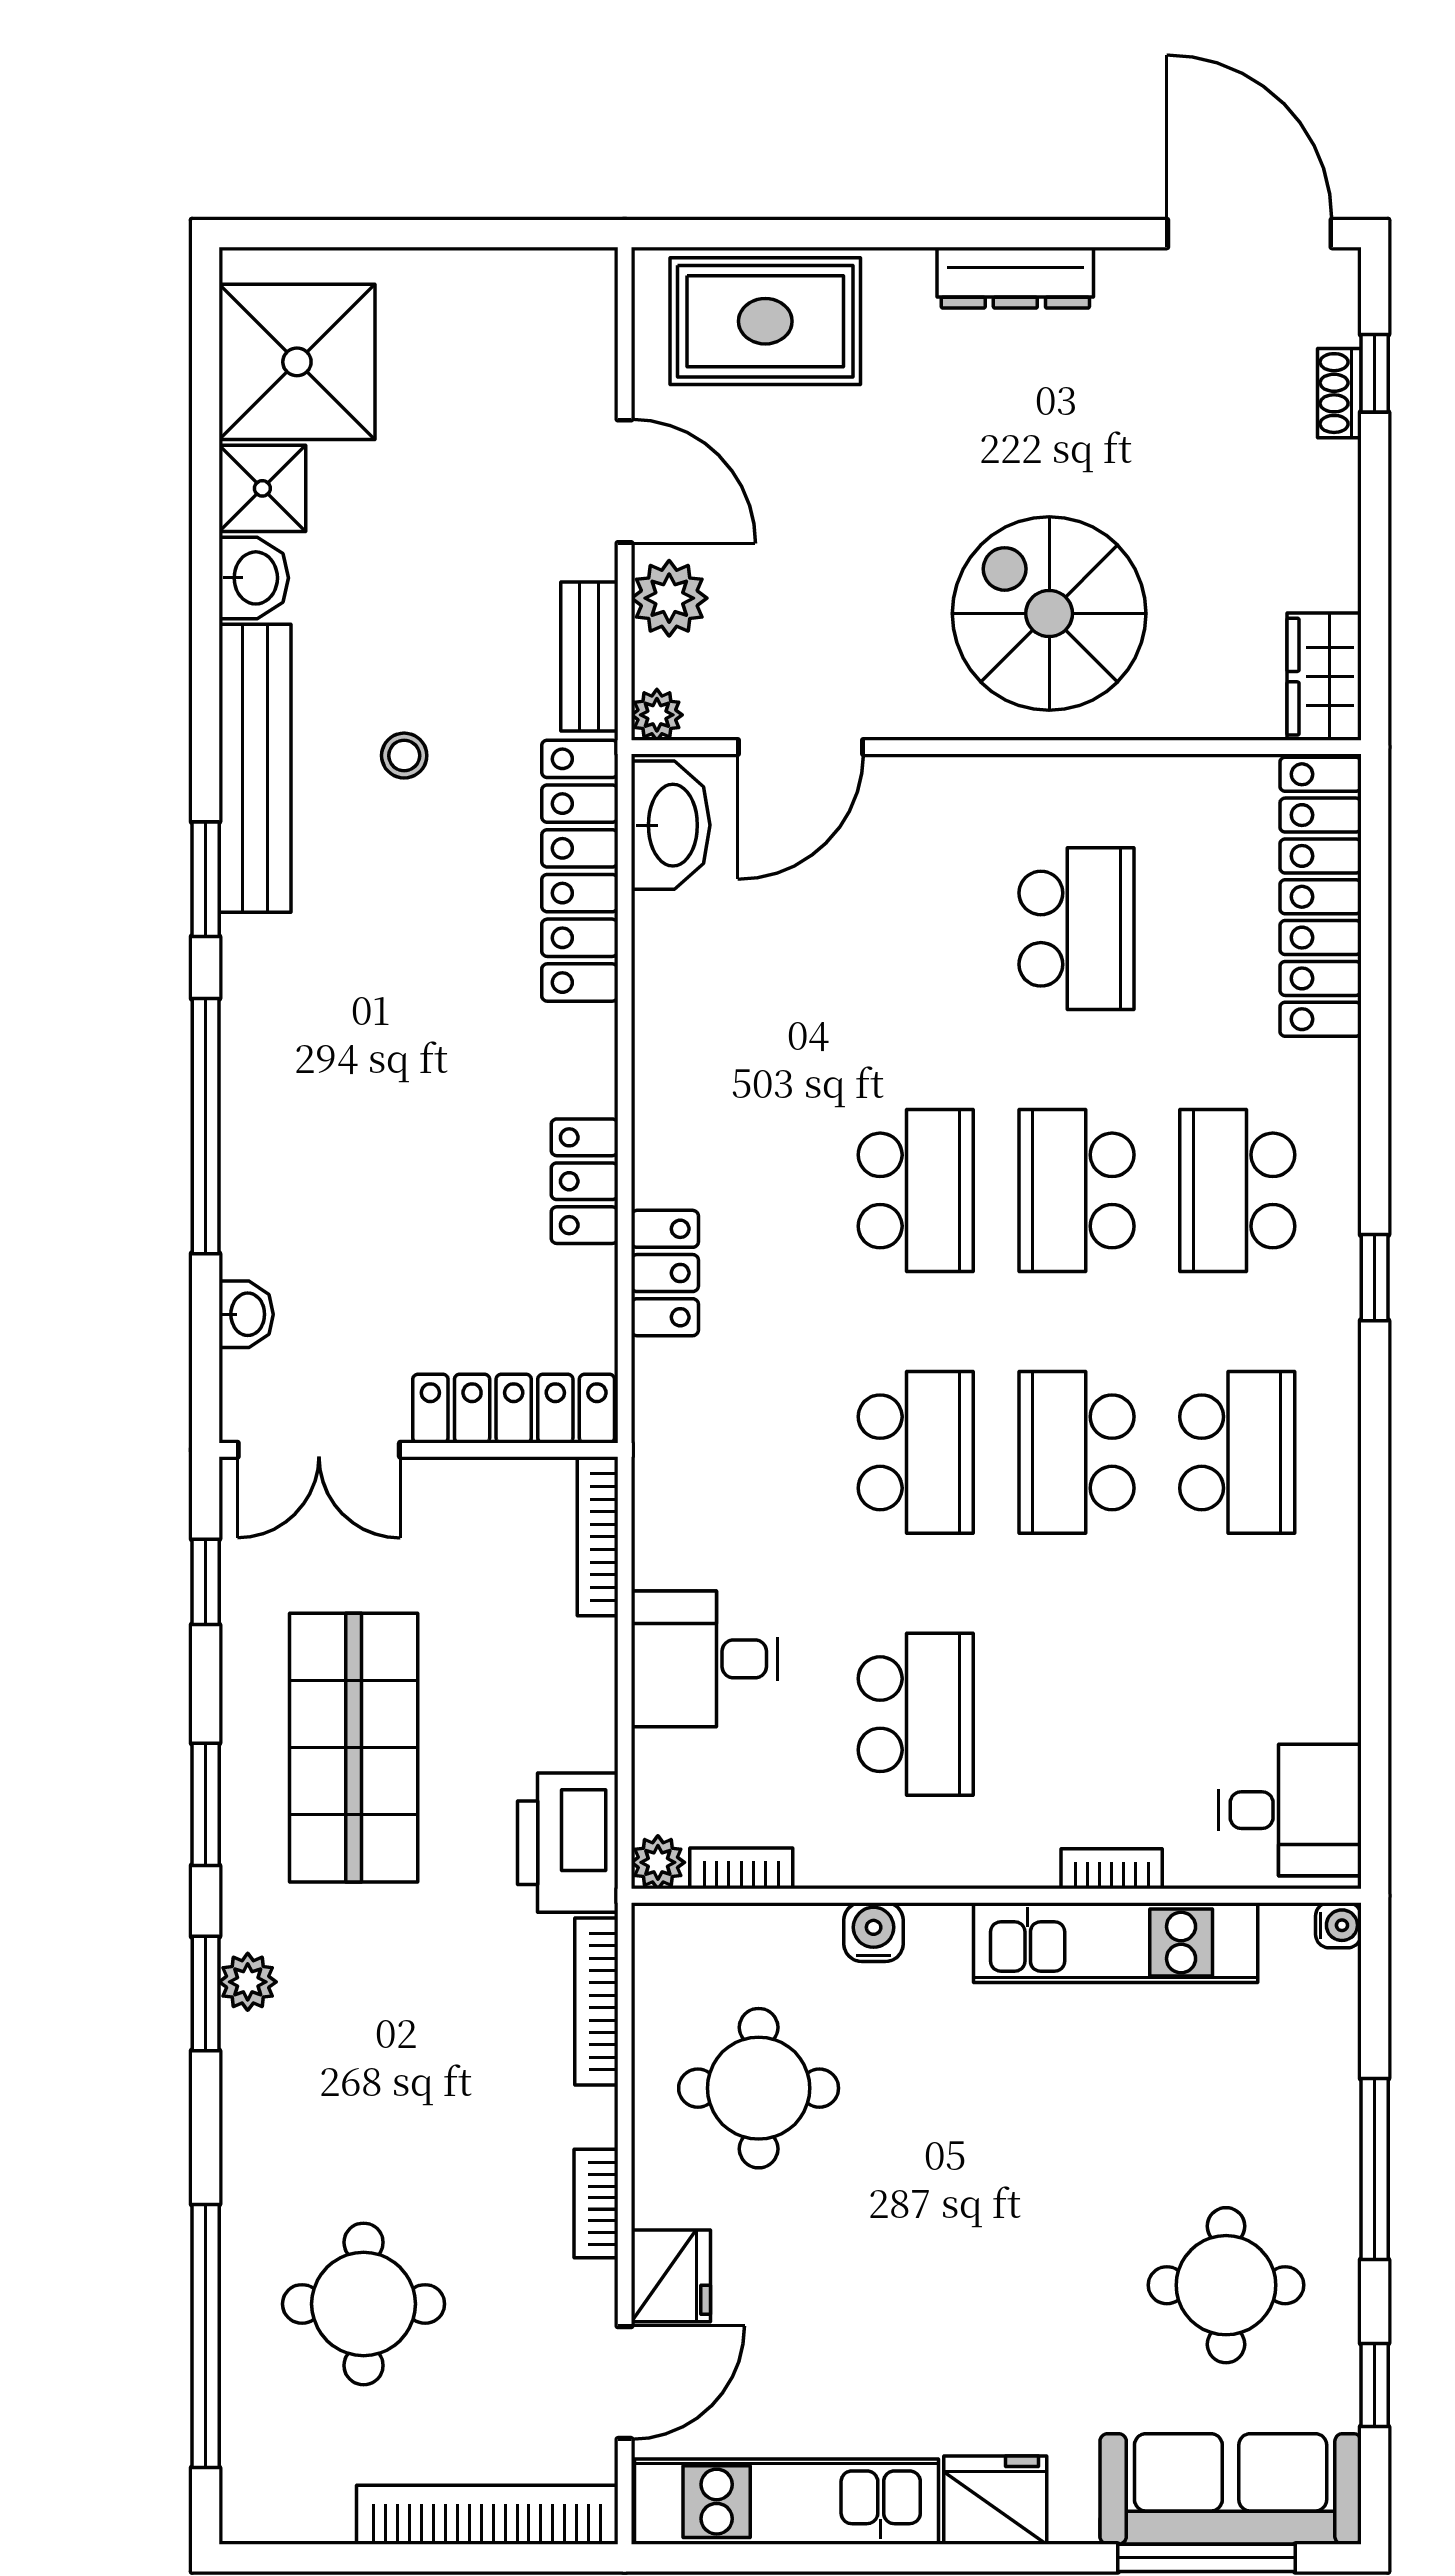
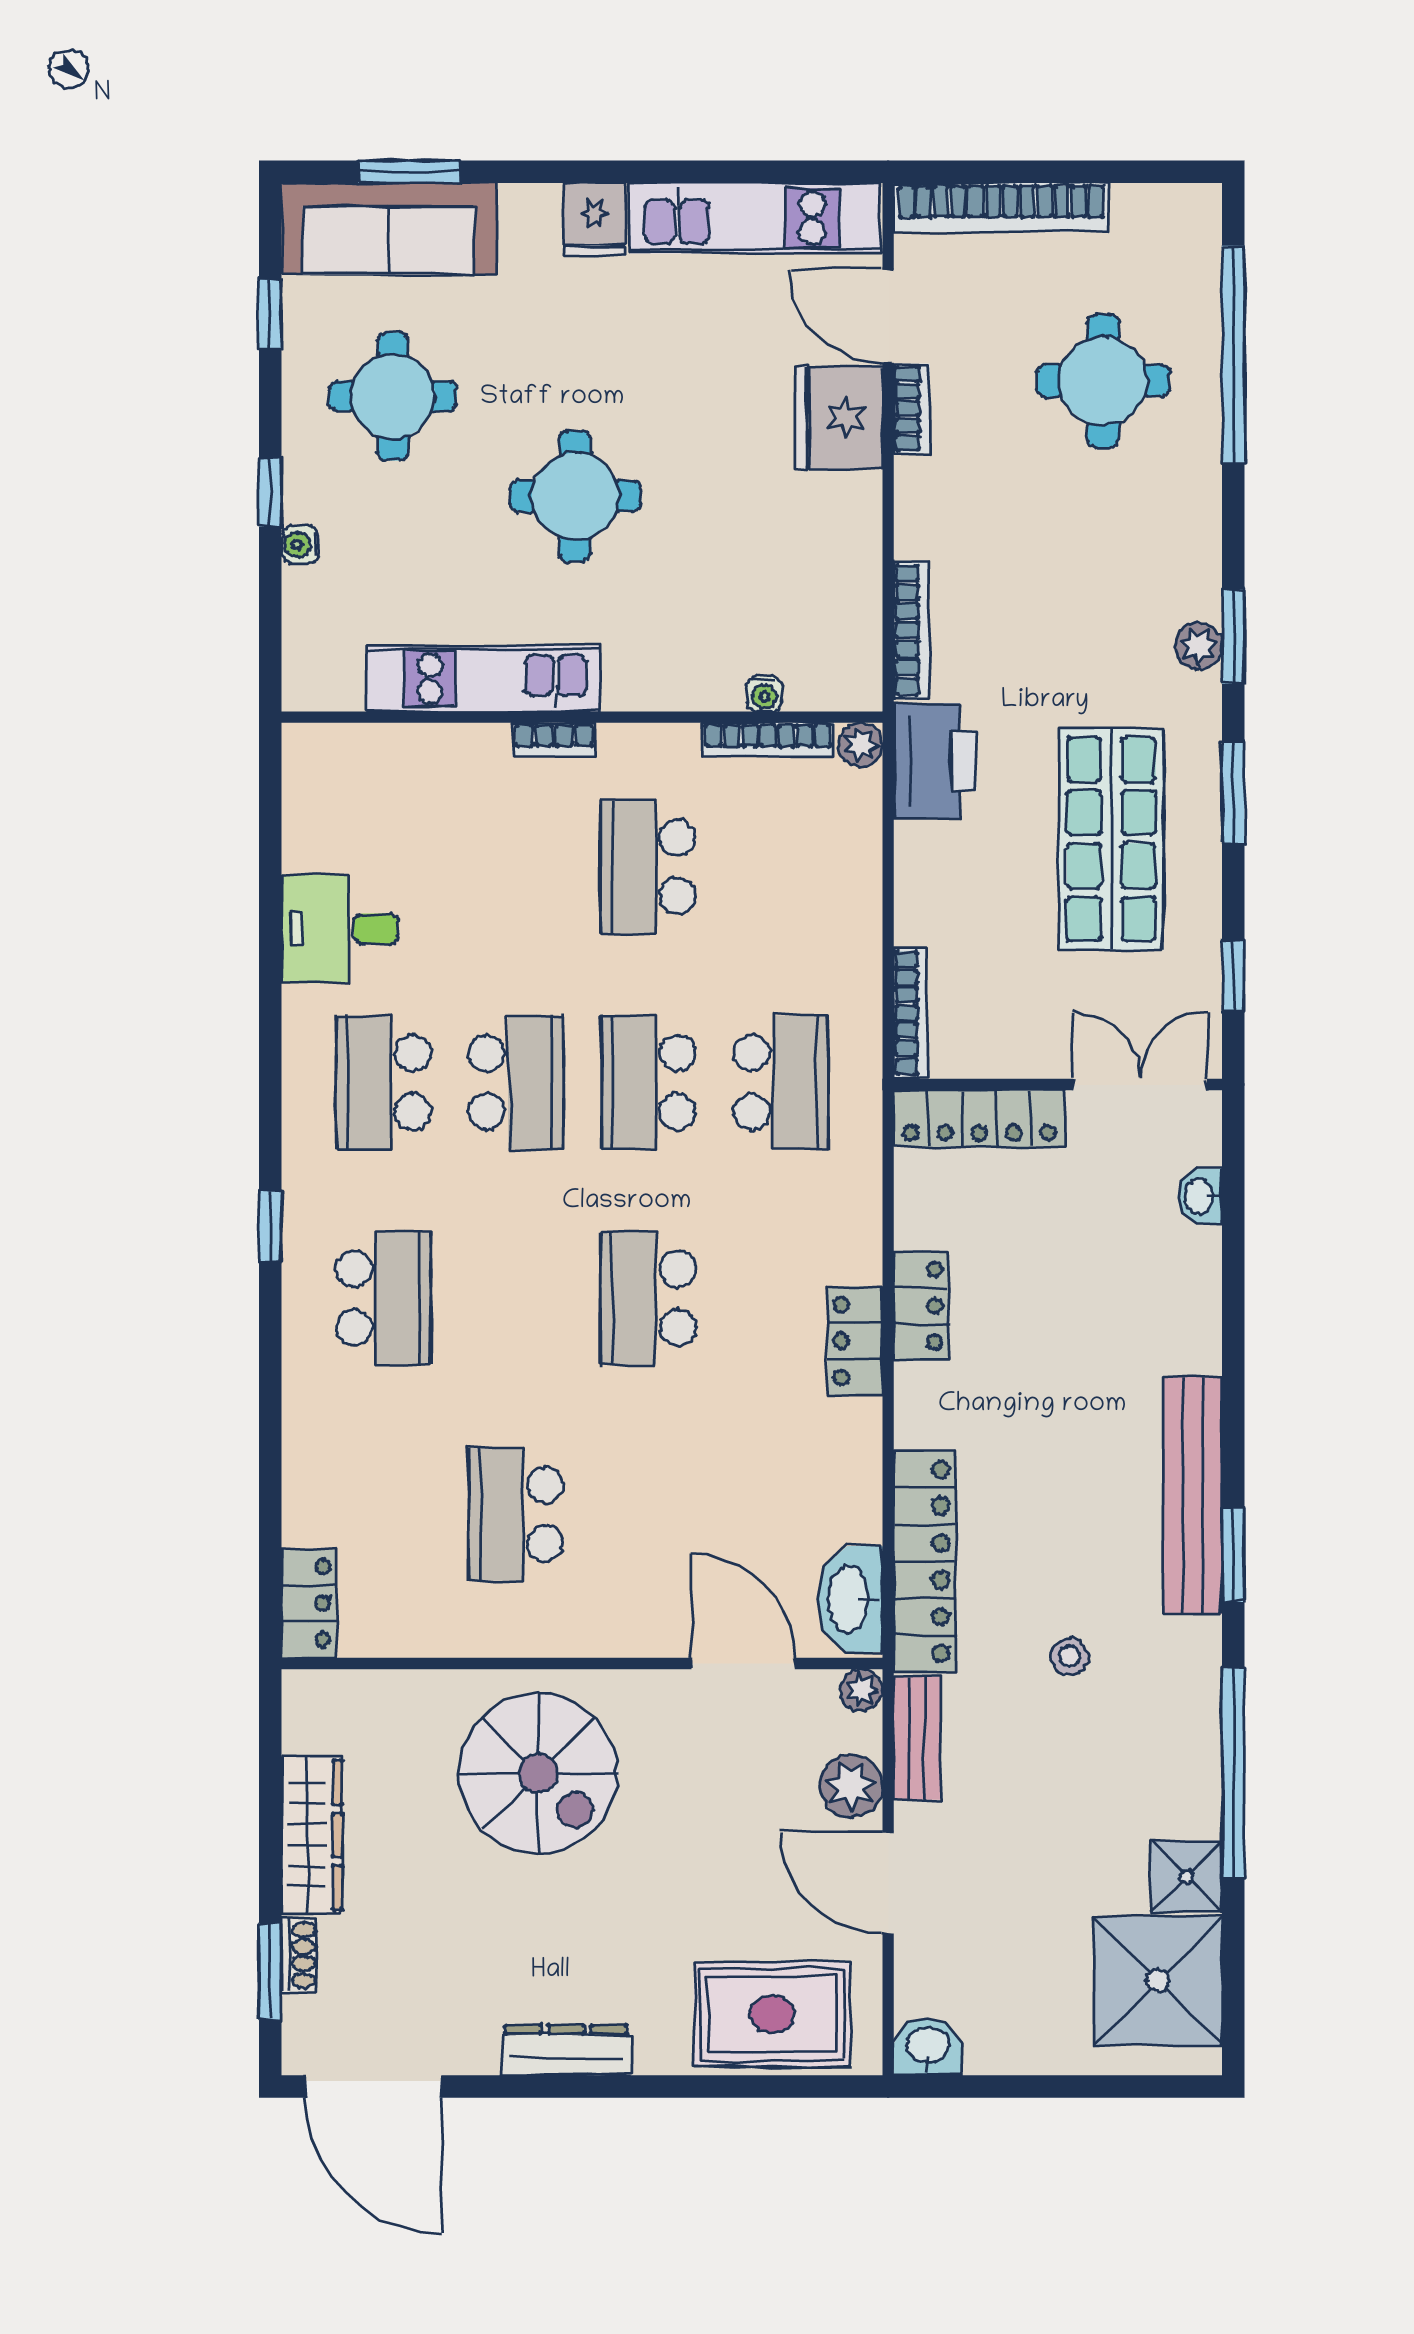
window: (1375, 373) -> (270, 1971), width x1.50
washbasin: (254, 578) -> (927, 2047), moved, turned 90
wardrobe: (1324, 677) -> (312, 1835), moved, width x1.50
door: (800, 747) -> (743, 1663), hinge flipped
bench: (255, 768) -> (1193, 1495), moved
locker: (1321, 897) -> (309, 1603), width x0.46, depth x0.83
window: (206, 1126) -> (1233, 1773), moved
school desk: (1077, 1190) -> (781, 1082), moved
locker: (665, 1273) -> (855, 1341), moved
desk: (705, 1659) -> (822, 912), removed
desk: (1290, 1810) -> (340, 929), moved
bookcase: (741, 1868) -> (768, 740), width x1.56
bookcase: (1112, 1869) -> (554, 739), moved
water cooler: (1338, 1925) -> (300, 545), moved
water cooler: (874, 1932) -> (764, 694), moved, width x0.72, depth x0.72
round table: (759, 2088) -> (575, 496), moved
window: (1375, 2169) -> (270, 492), width x0.46
bookcase: (596, 2203) -> (912, 408), moved
fridge: (671, 2276) -> (839, 418), width x1.36, depth x1.34
door: (625, 2383) -> (888, 316), hinge flipped
fridge: (995, 2500) -> (594, 219), width x0.72
window: (1206, 2558) -> (409, 172), width x0.69

